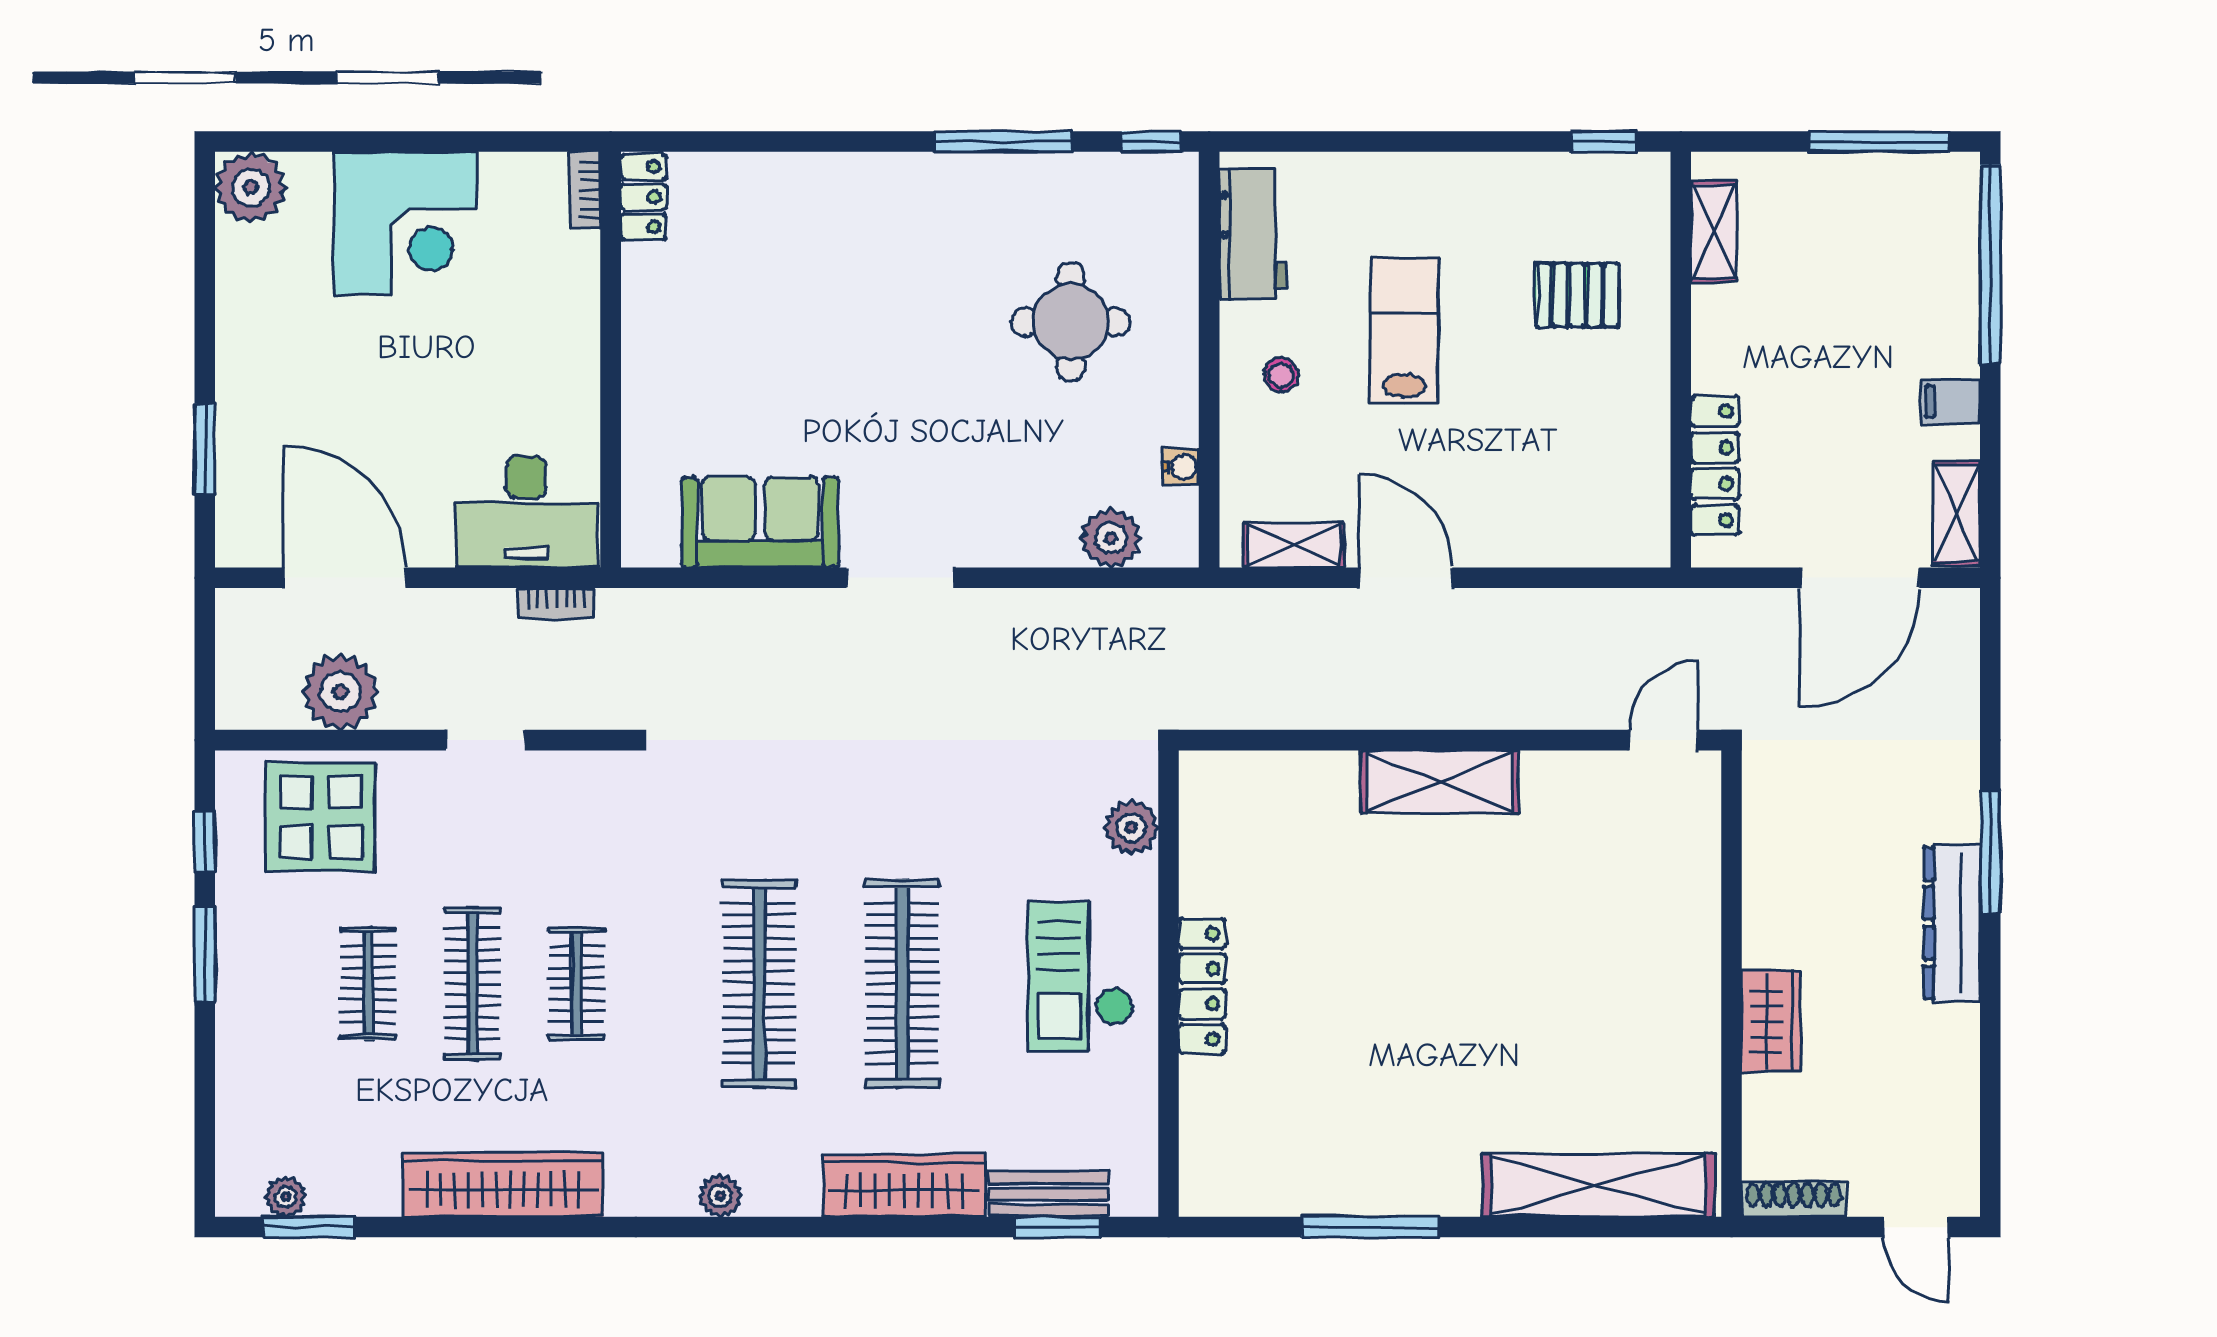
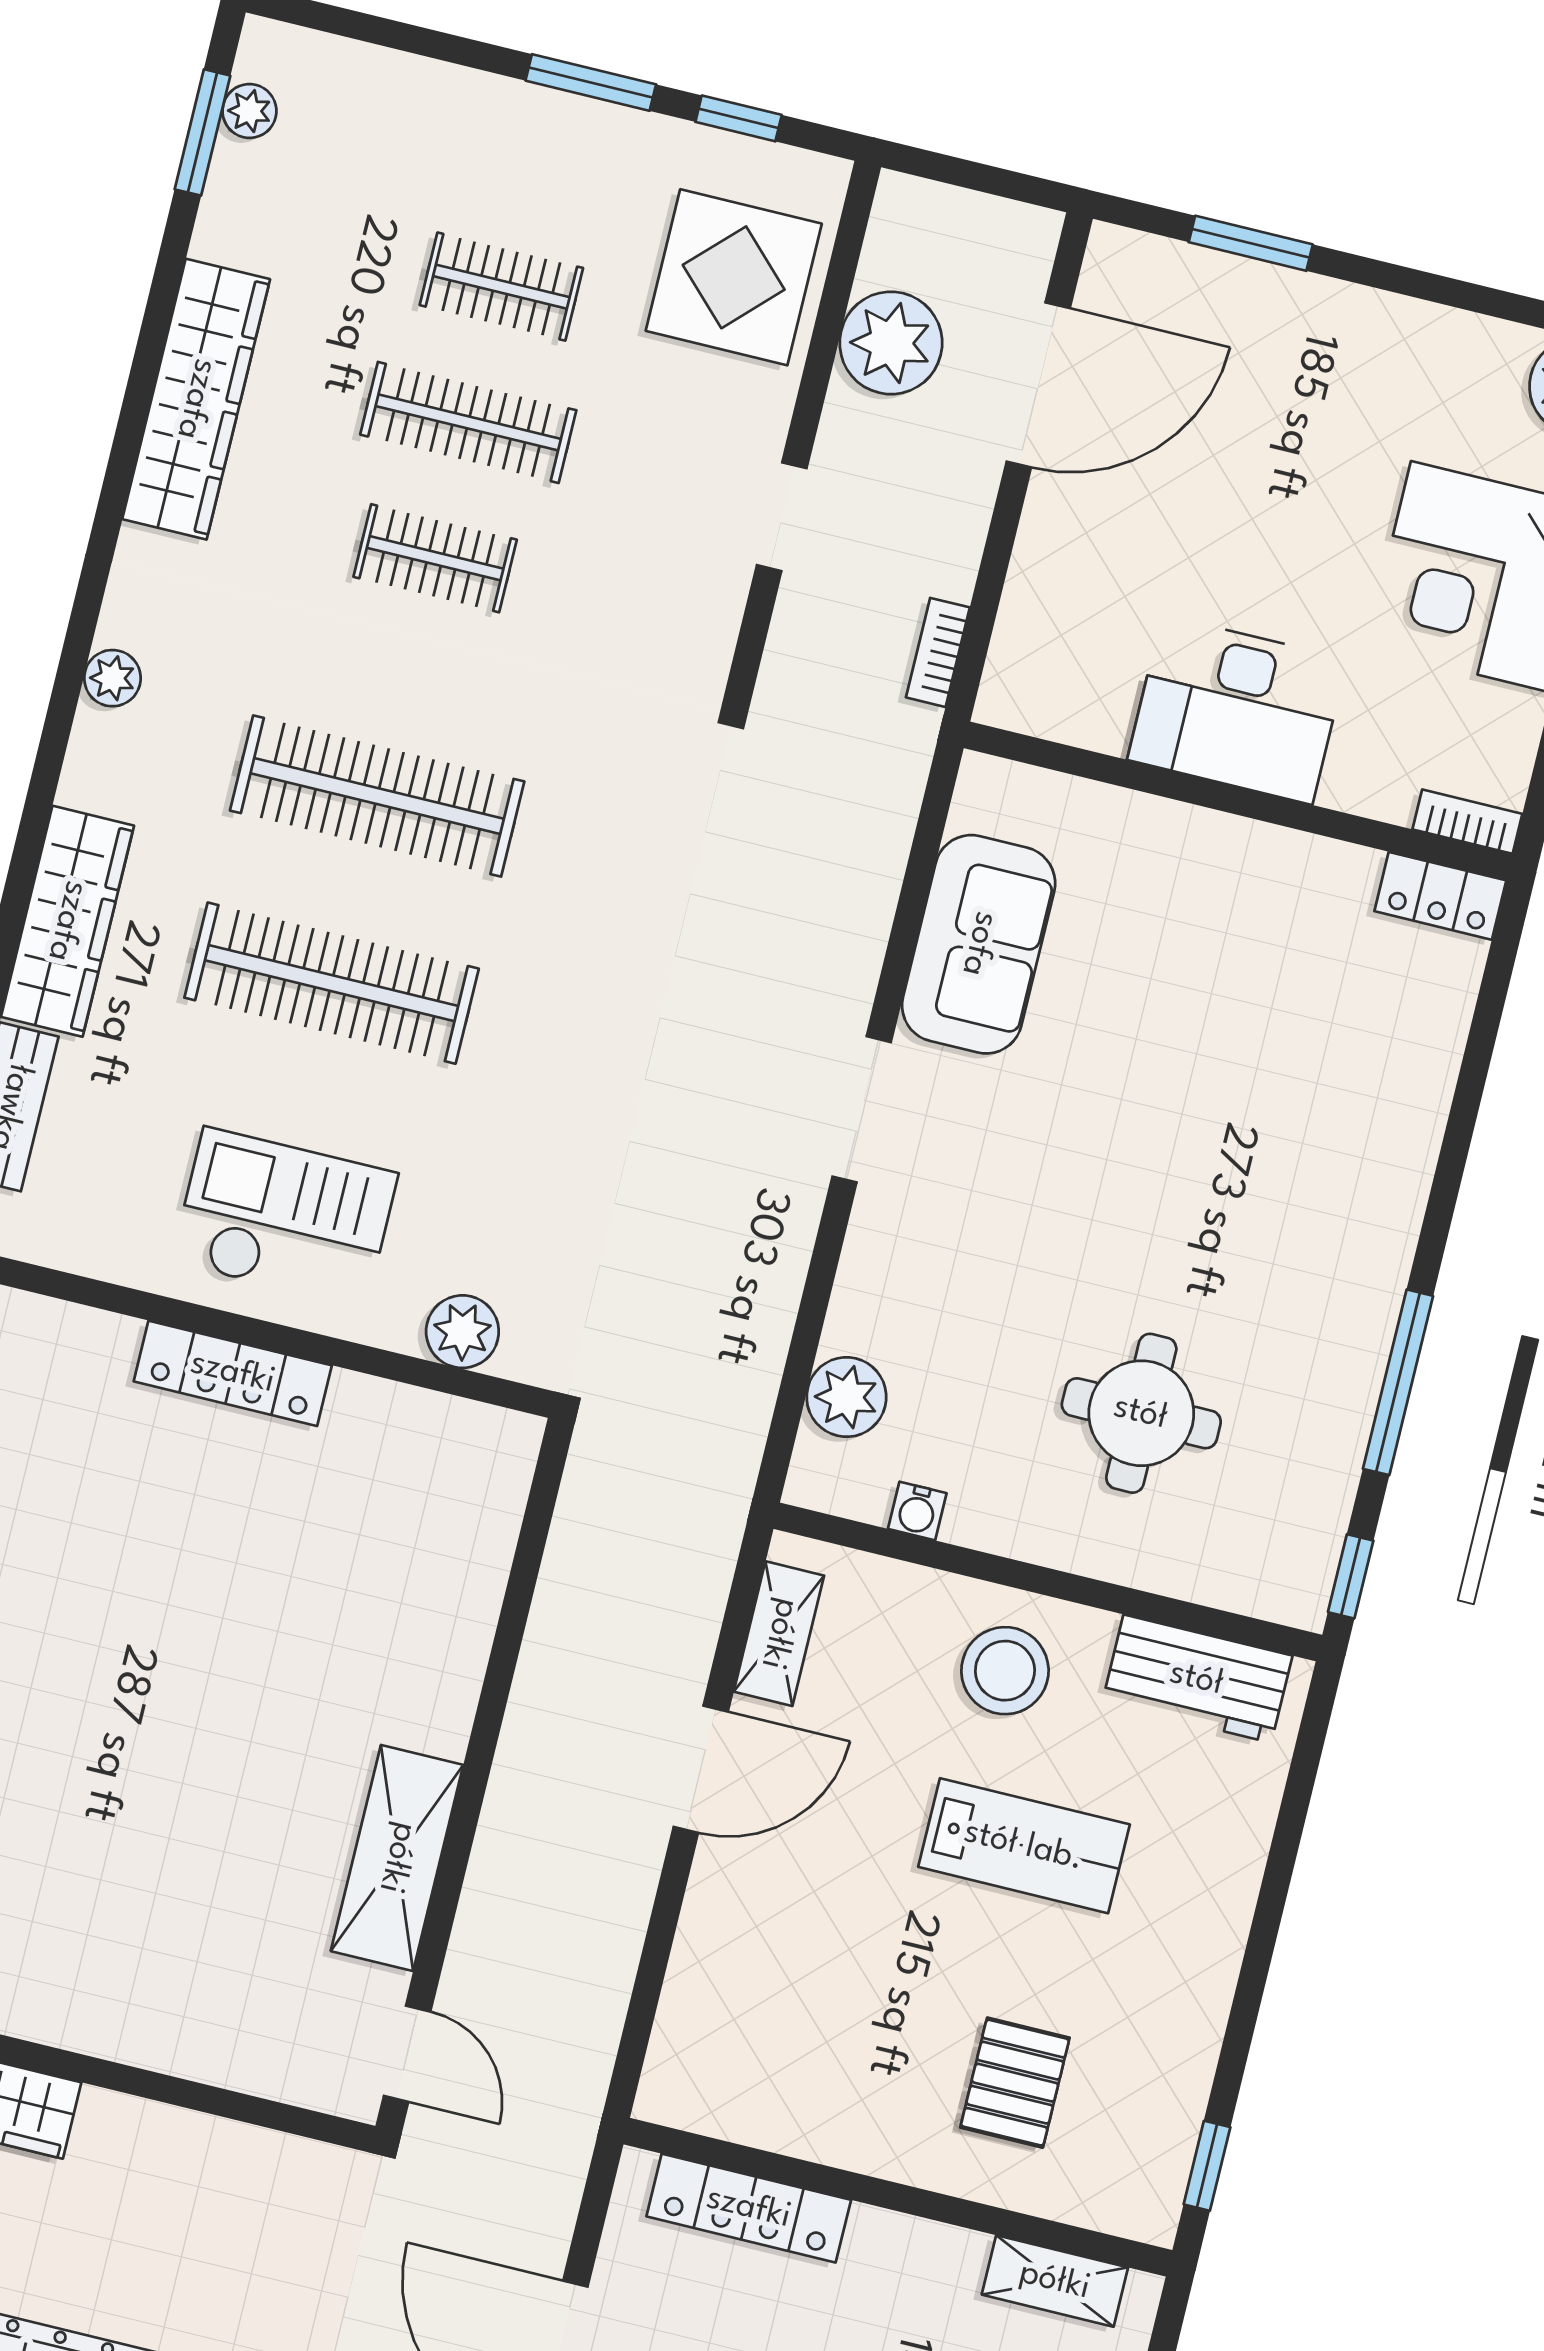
stool: (1281, 375) -> (1005, 1671), width x1.89, depth x1.89
desk: (526, 512) -> (1237, 710), moved, turned -90
shelving: (1439, 782) -> (397, 1858), moved

